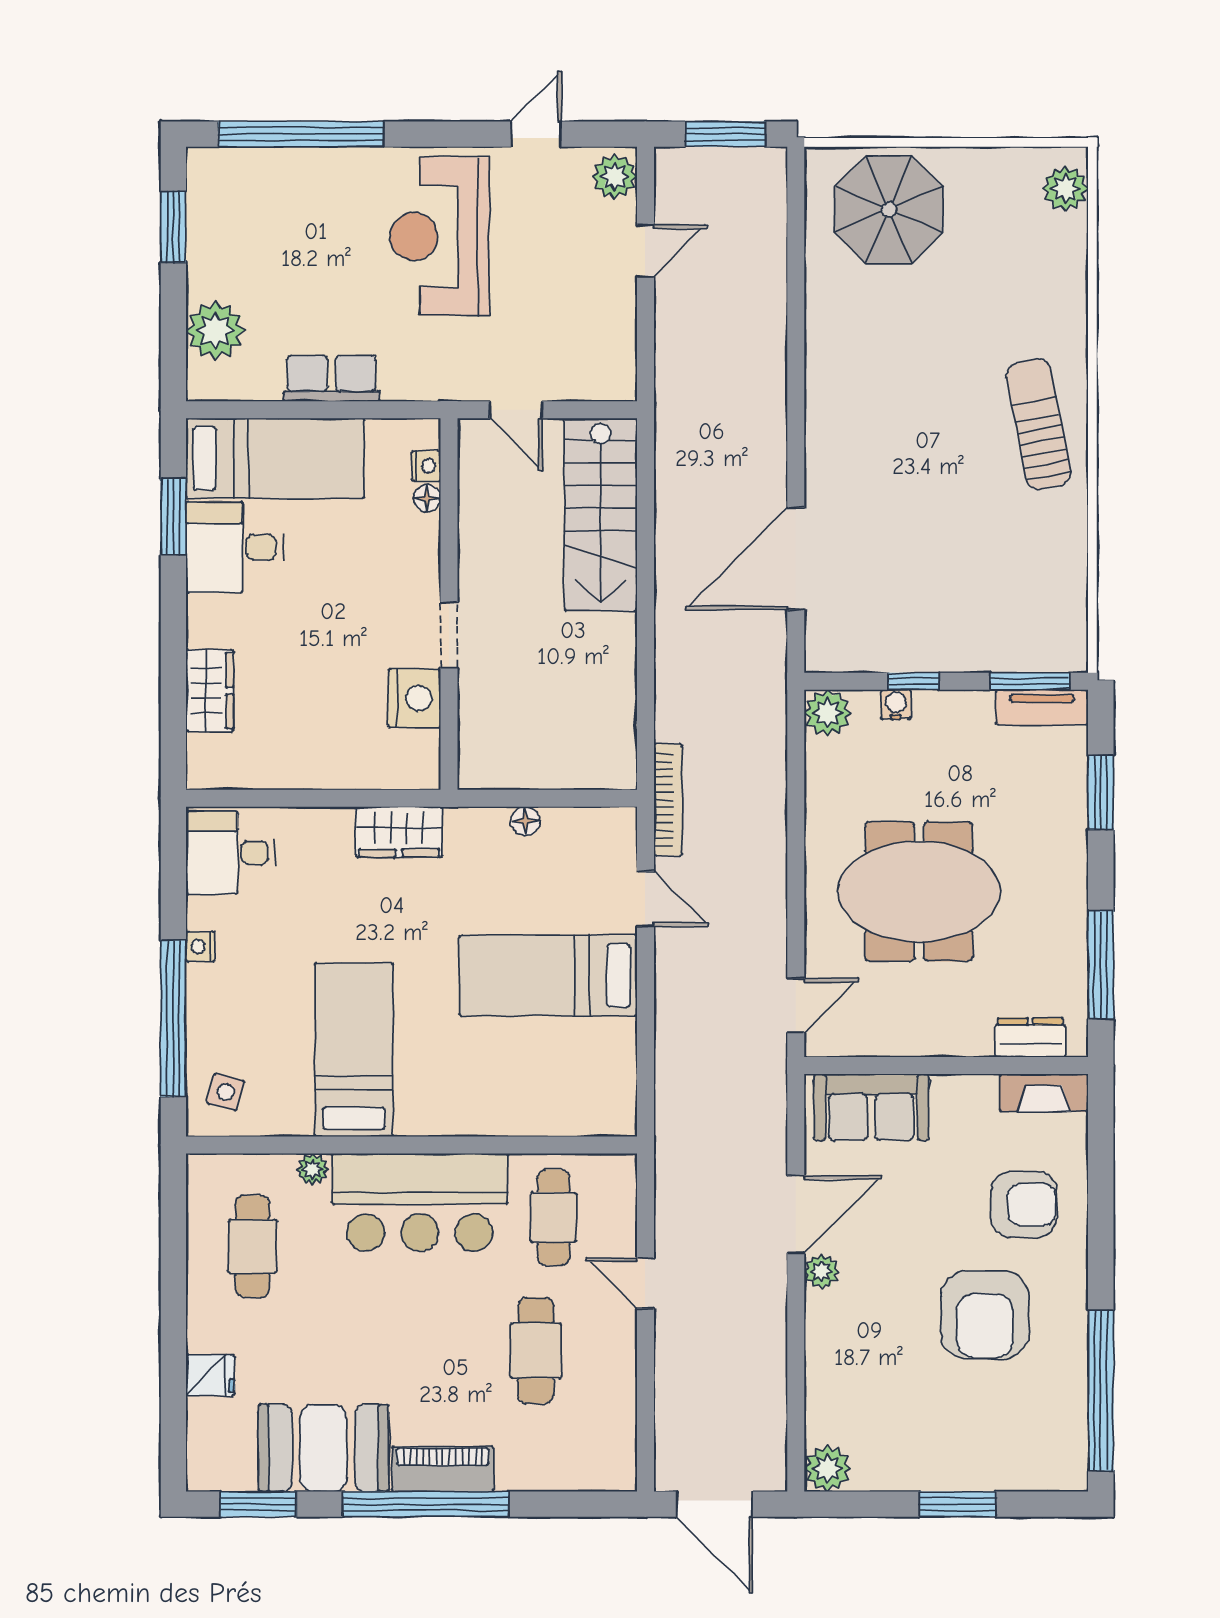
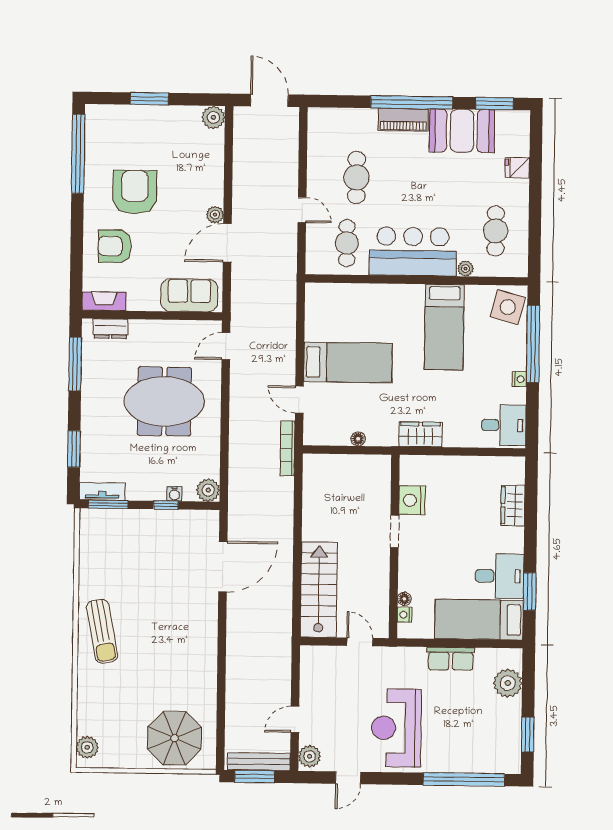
bench: (717, 164) -> (259, 762), added
reception desk: (440, 236) -> (396, 728), turned 180
side table: (226, 1092) -> (508, 307), width x1.87, depth x1.87

